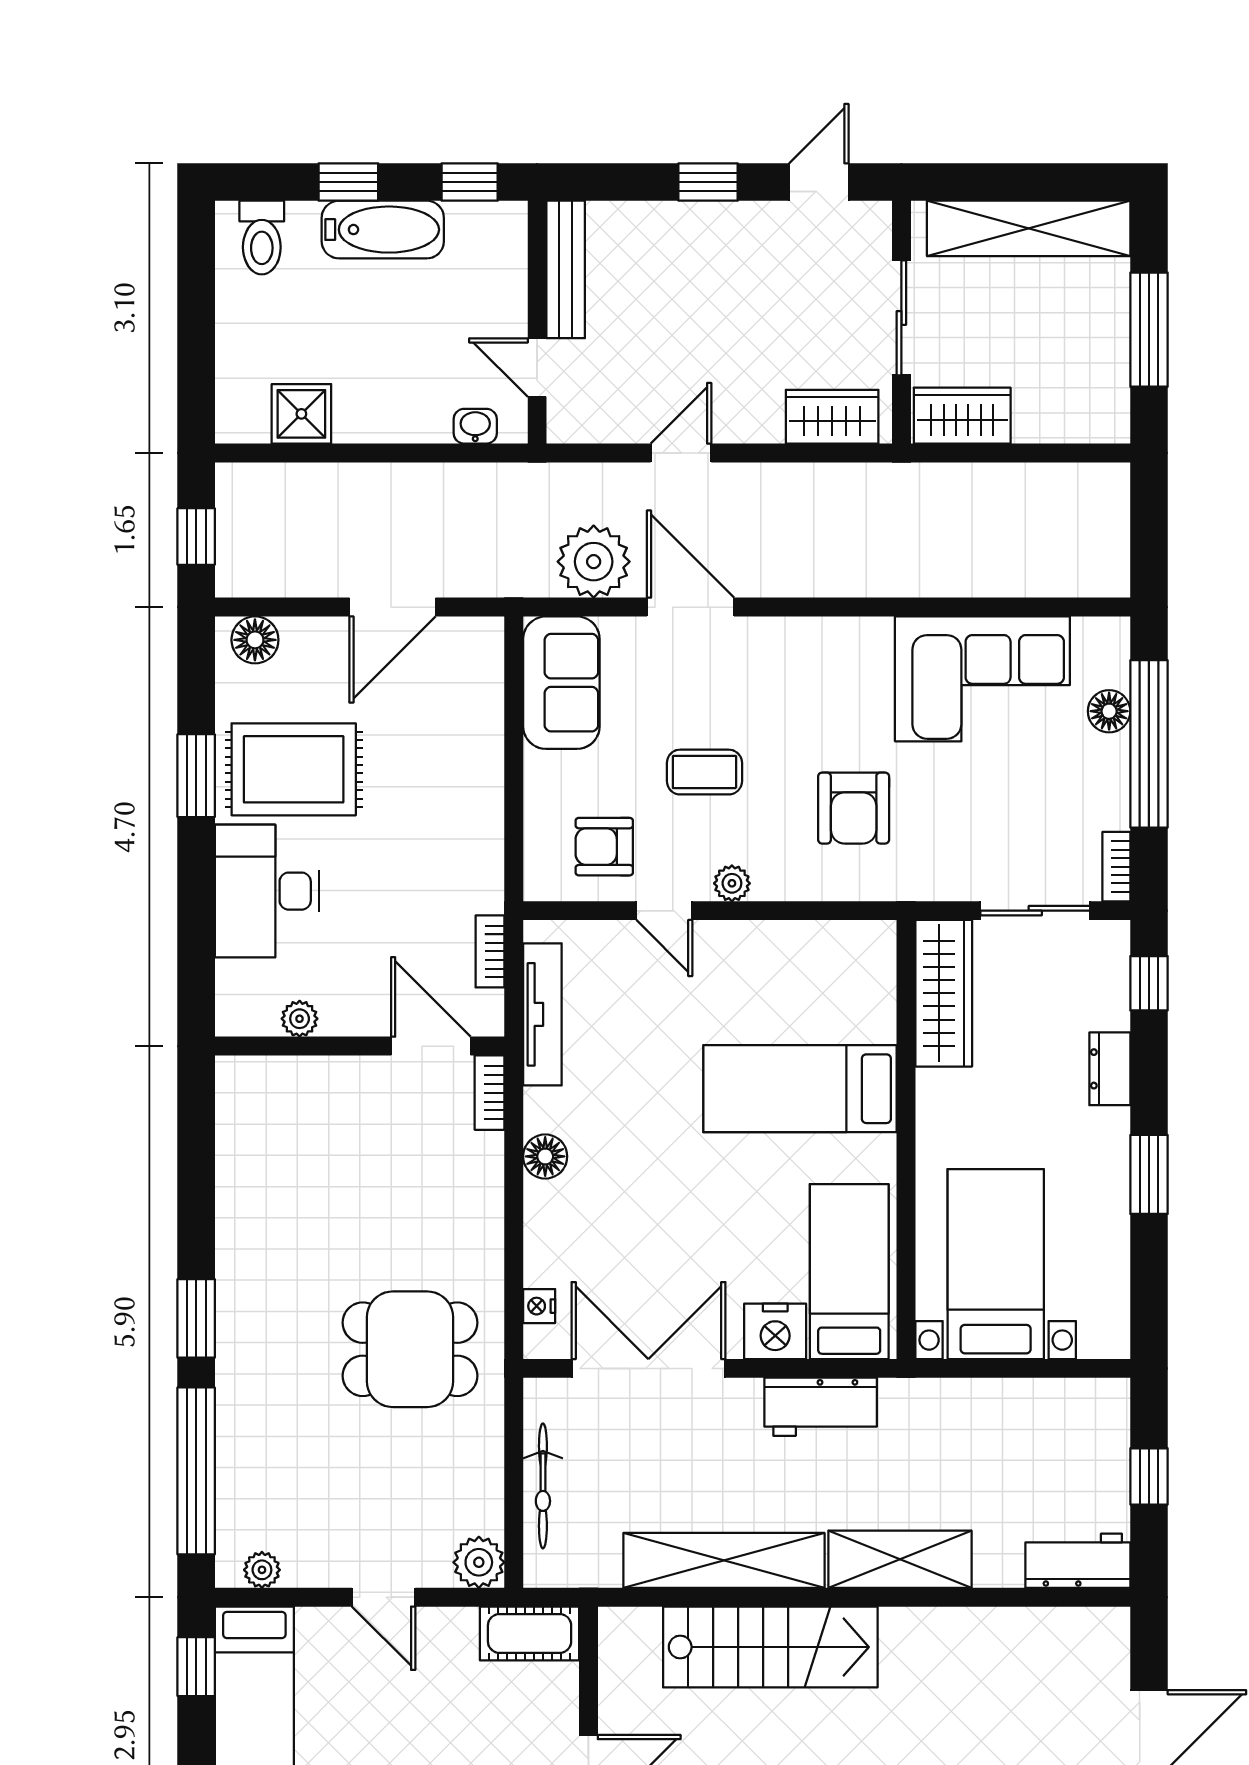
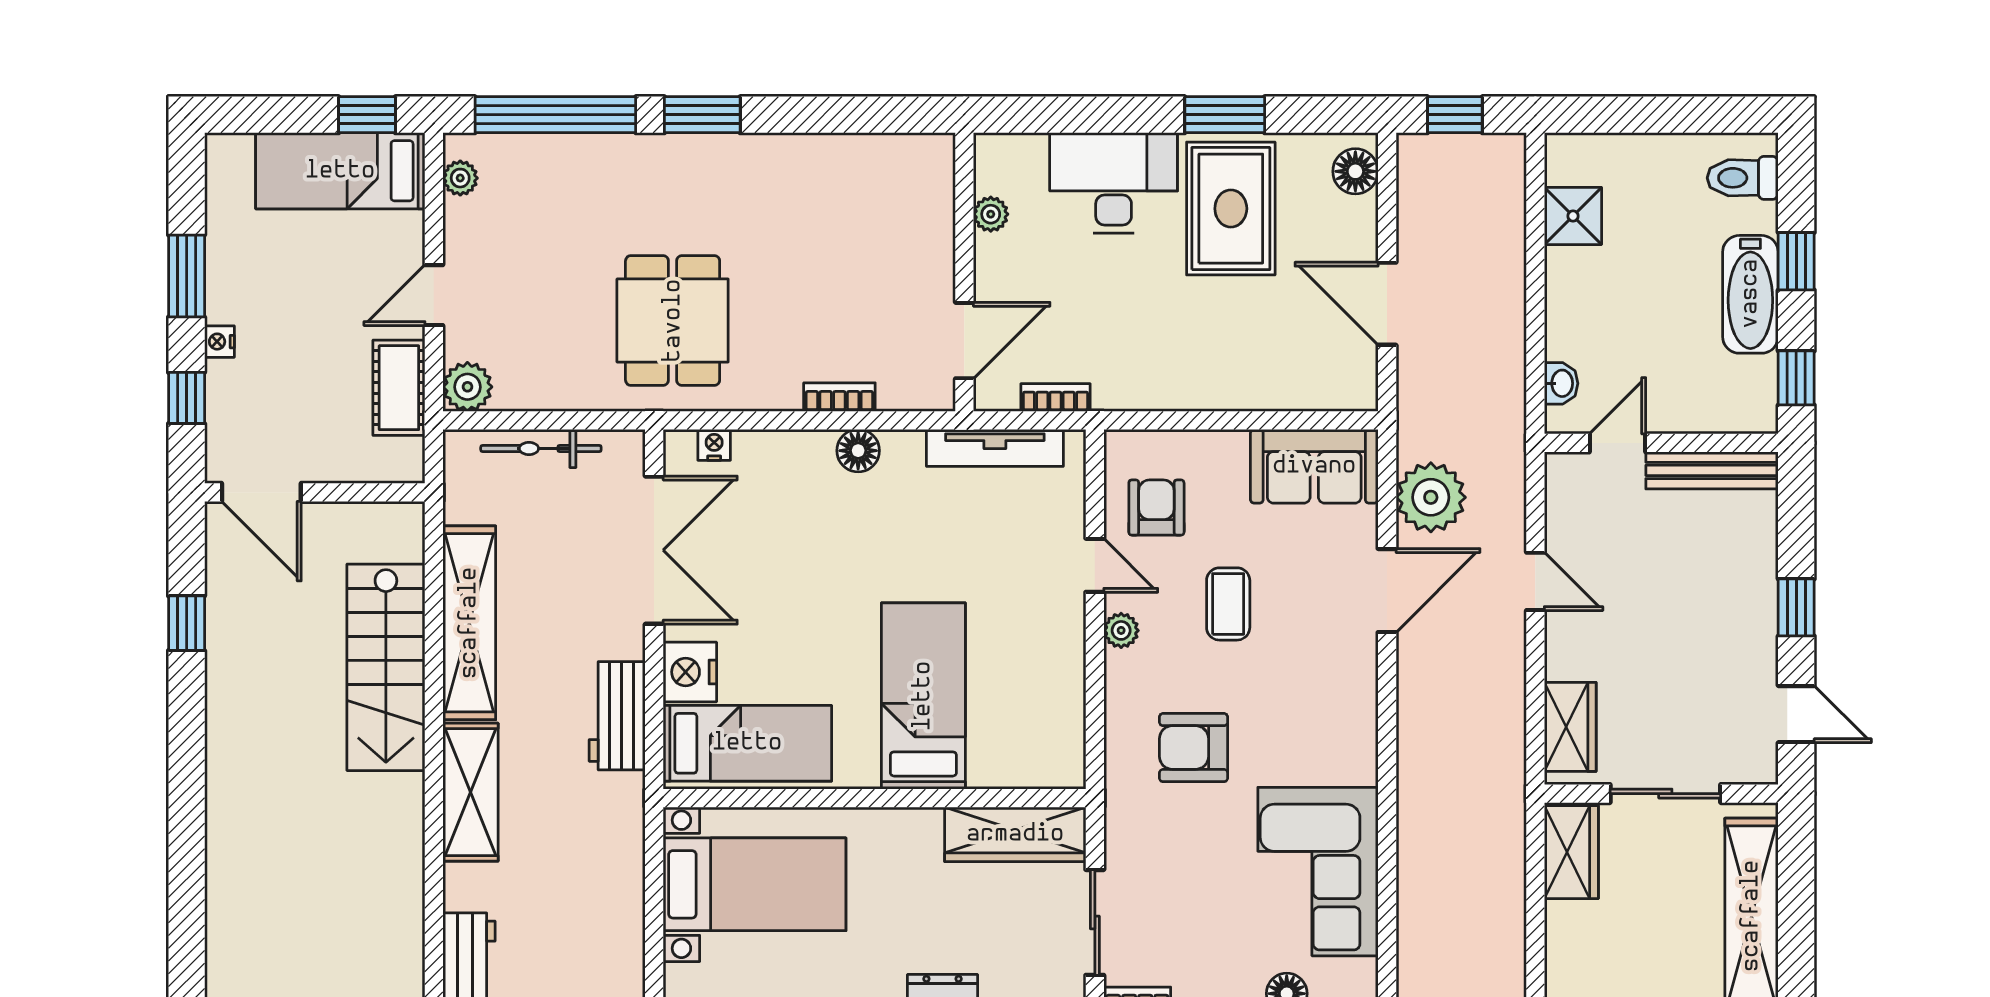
door: (664, 911) -> (1095, 565), swing flipped
bookcase: (490, 1093) -> (839, 397), moved
cot: (530, 1633) -> (399, 388), moved

